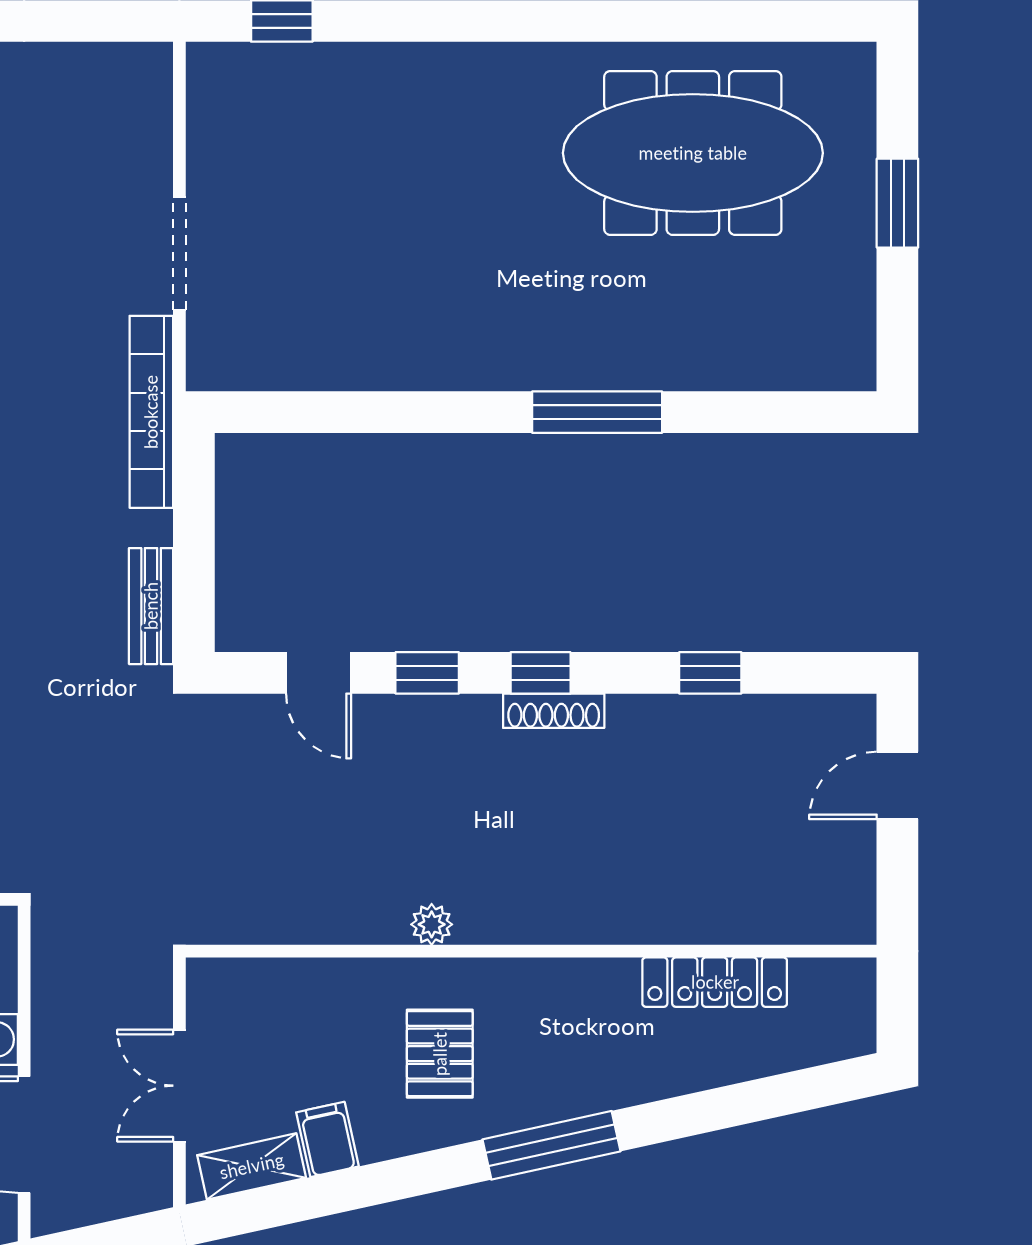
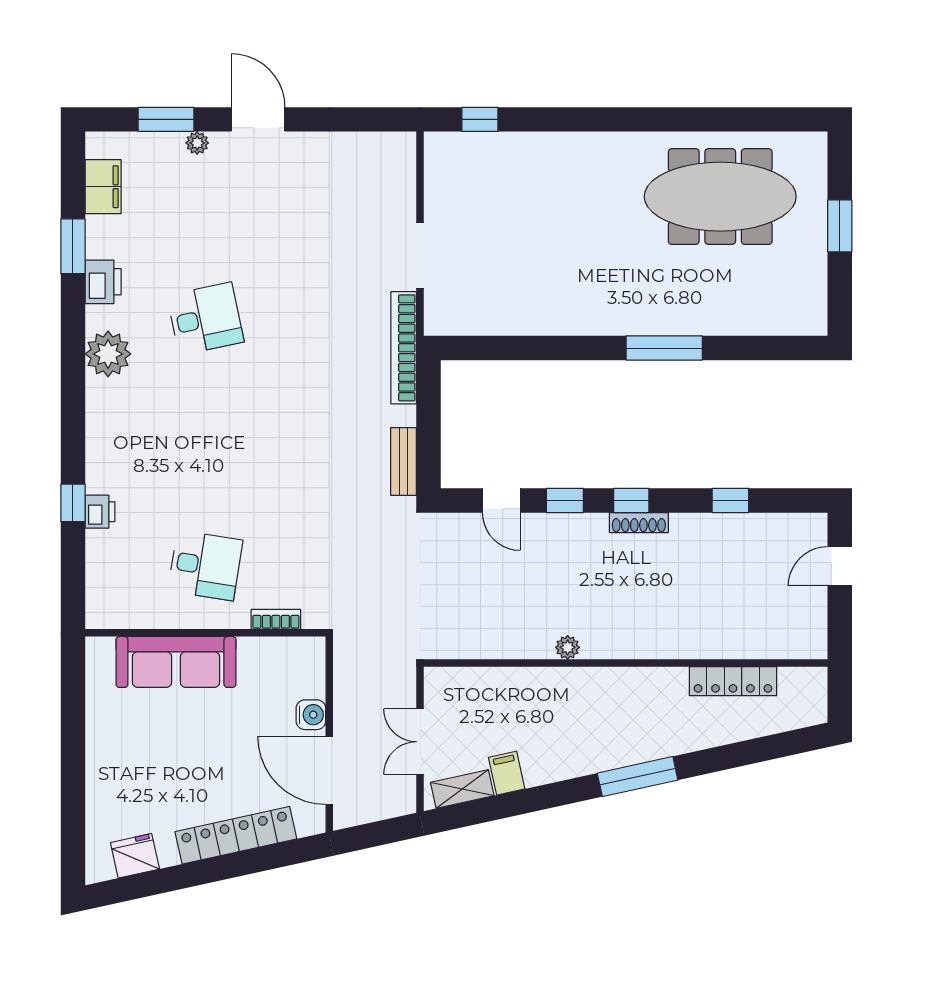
pallet: (440, 1054) -> (572, 723), removed

